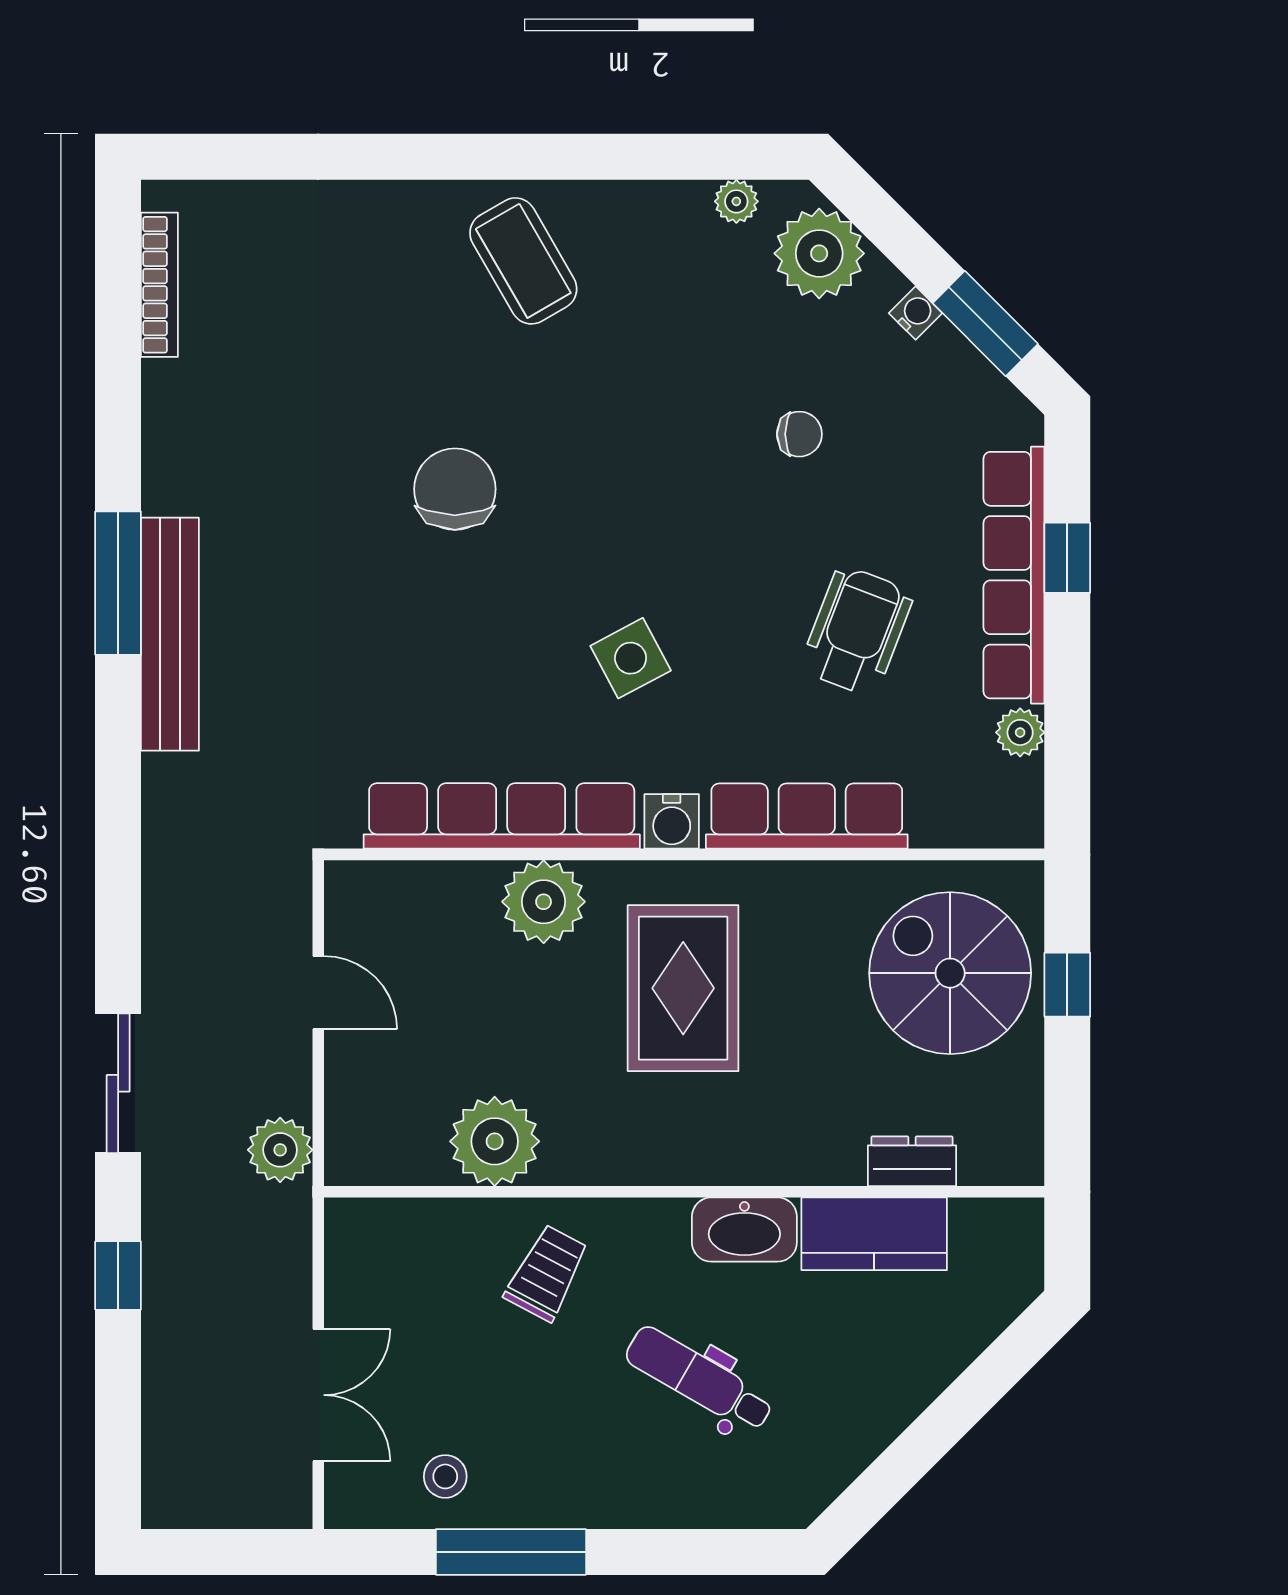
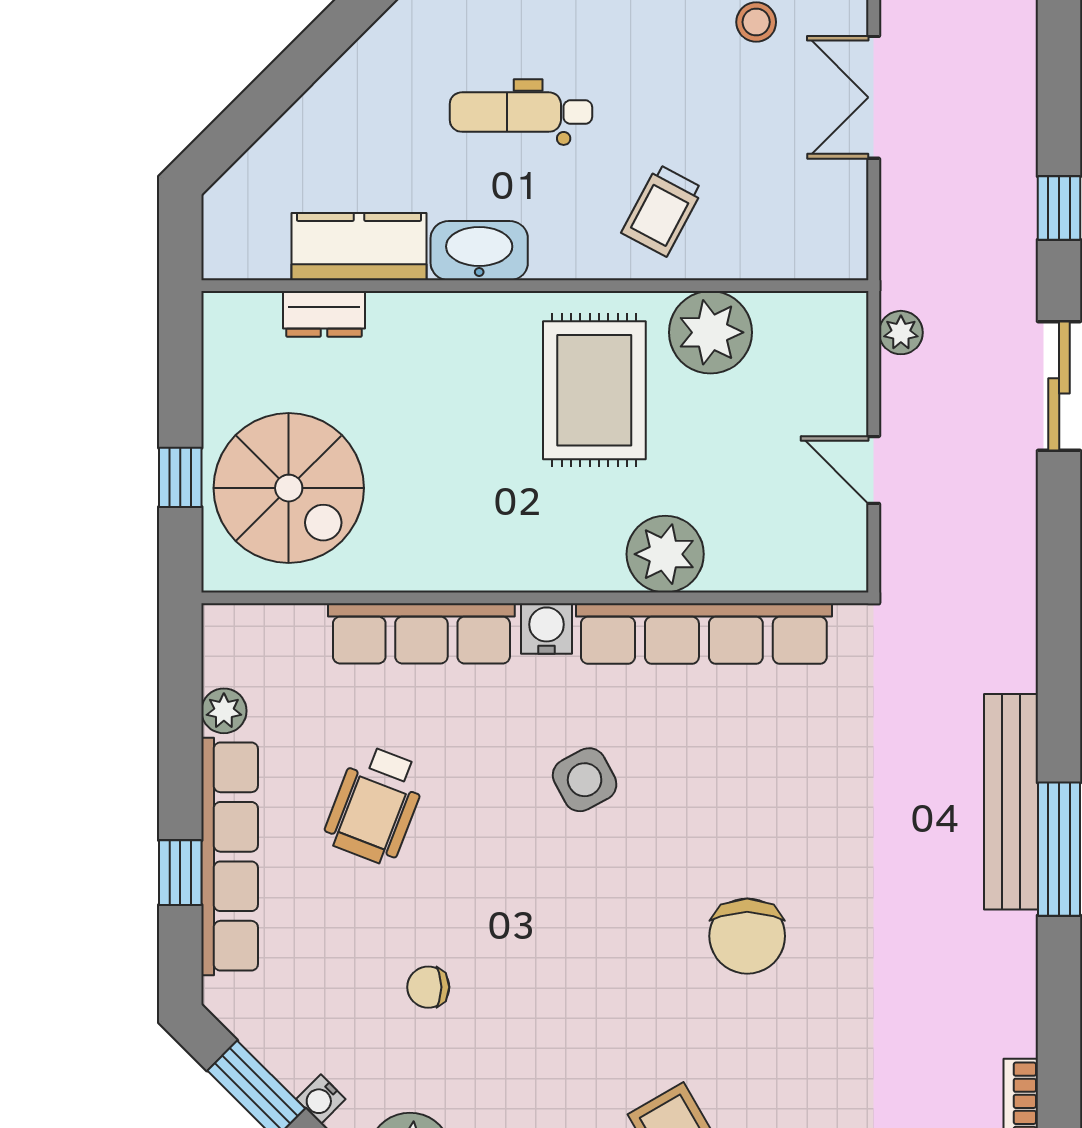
rug: (683, 988) -> (594, 390), moved
plant: (280, 1150) -> (901, 333), width x0.73, depth x0.73
dental chair: (699, 1379) -> (521, 112), turned 150

